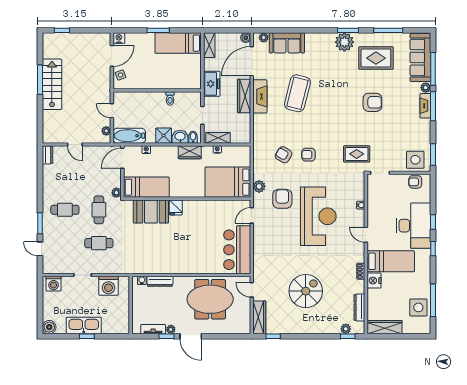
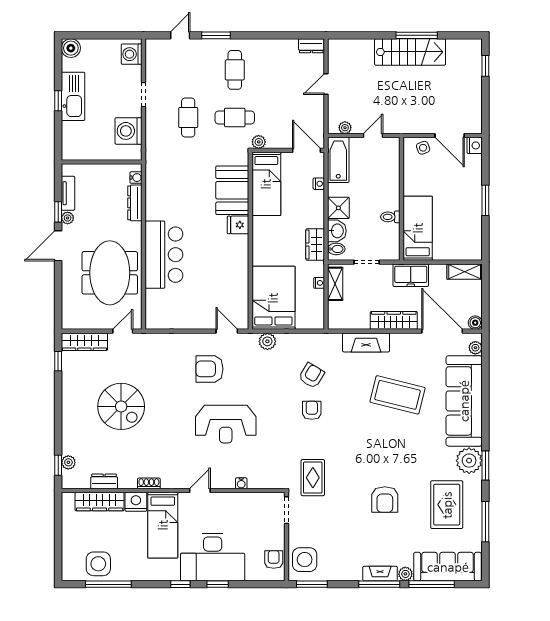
bed: (178, 43) -> (418, 228), moved
sofa: (287, 43) -> (464, 401), width x1.85, depth x1.27
fireplace: (260, 96) -> (366, 342), moved
armchair: (282, 199) -> (209, 369), moved, turned 180
reception desk: (318, 216) -> (226, 424), width x0.74, depth x0.77
bar counter: (237, 250) -> (164, 255), moved, turned 90
dresser: (359, 307) -> (104, 481), width x0.70
wardrobe: (384, 327) -> (100, 502), moved, turned 90

